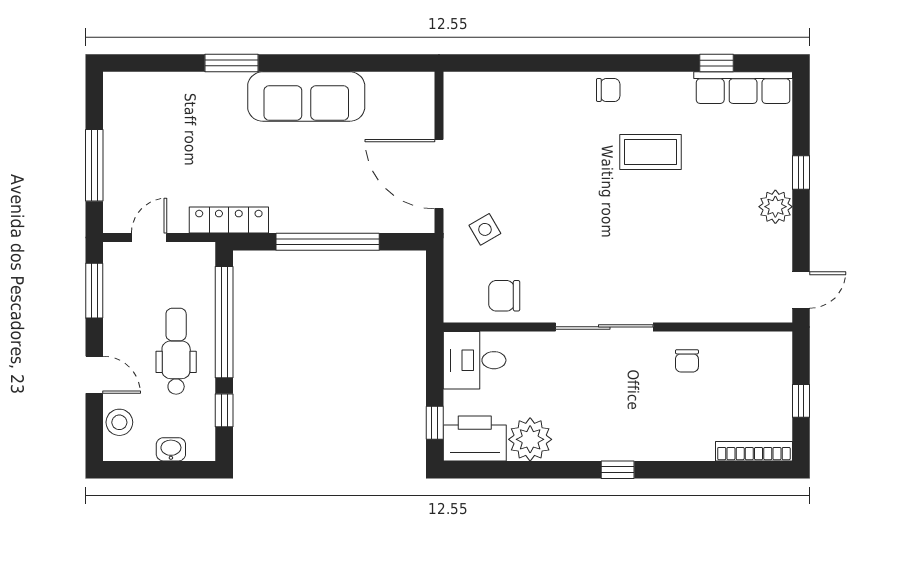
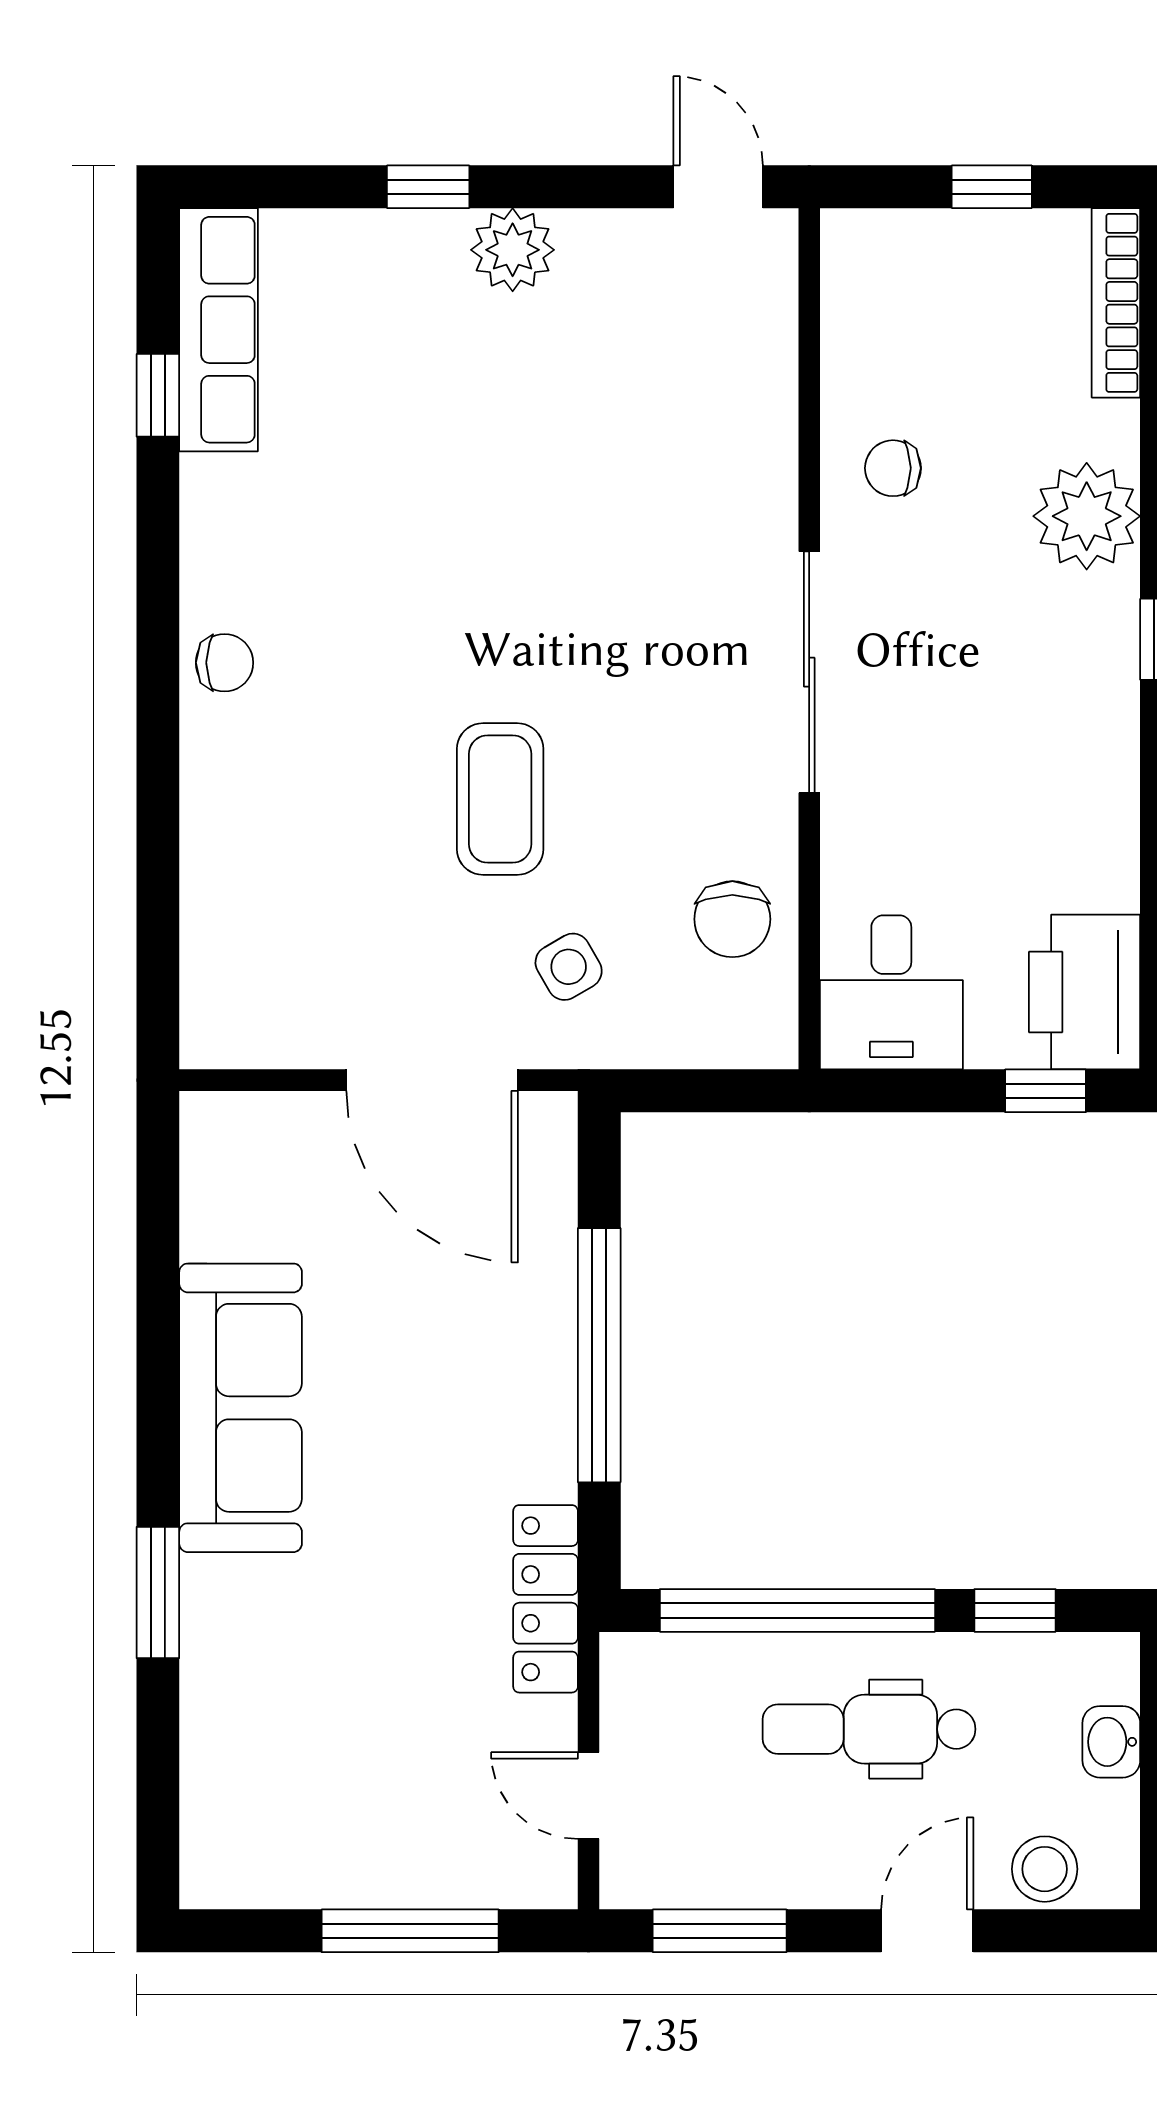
chair: (608, 90) -> (225, 663), turned 90
coffee table: (650, 152) -> (500, 799), moved
door: (439, 174) -> (432, 1080), hinge flipped
chair: (687, 361) -> (893, 468), turned 180
plant: (530, 439) -> (1087, 516), moved

